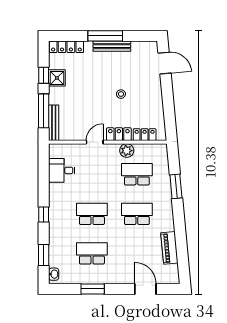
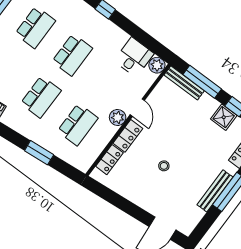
plant: (56, 150) -> (157, 65), added
plant: (127, 151) -> (118, 117), moved

